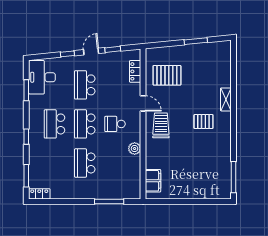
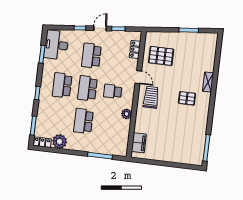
plant: (59, 191) -> (60, 141), added

